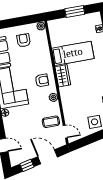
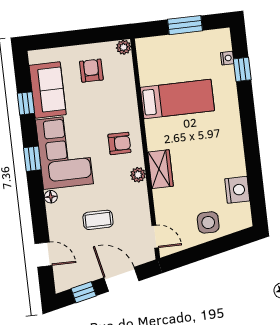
wardrobe: (63, 76) -> (161, 169), moved
coffee table: (51, 122) -> (98, 220), moved

